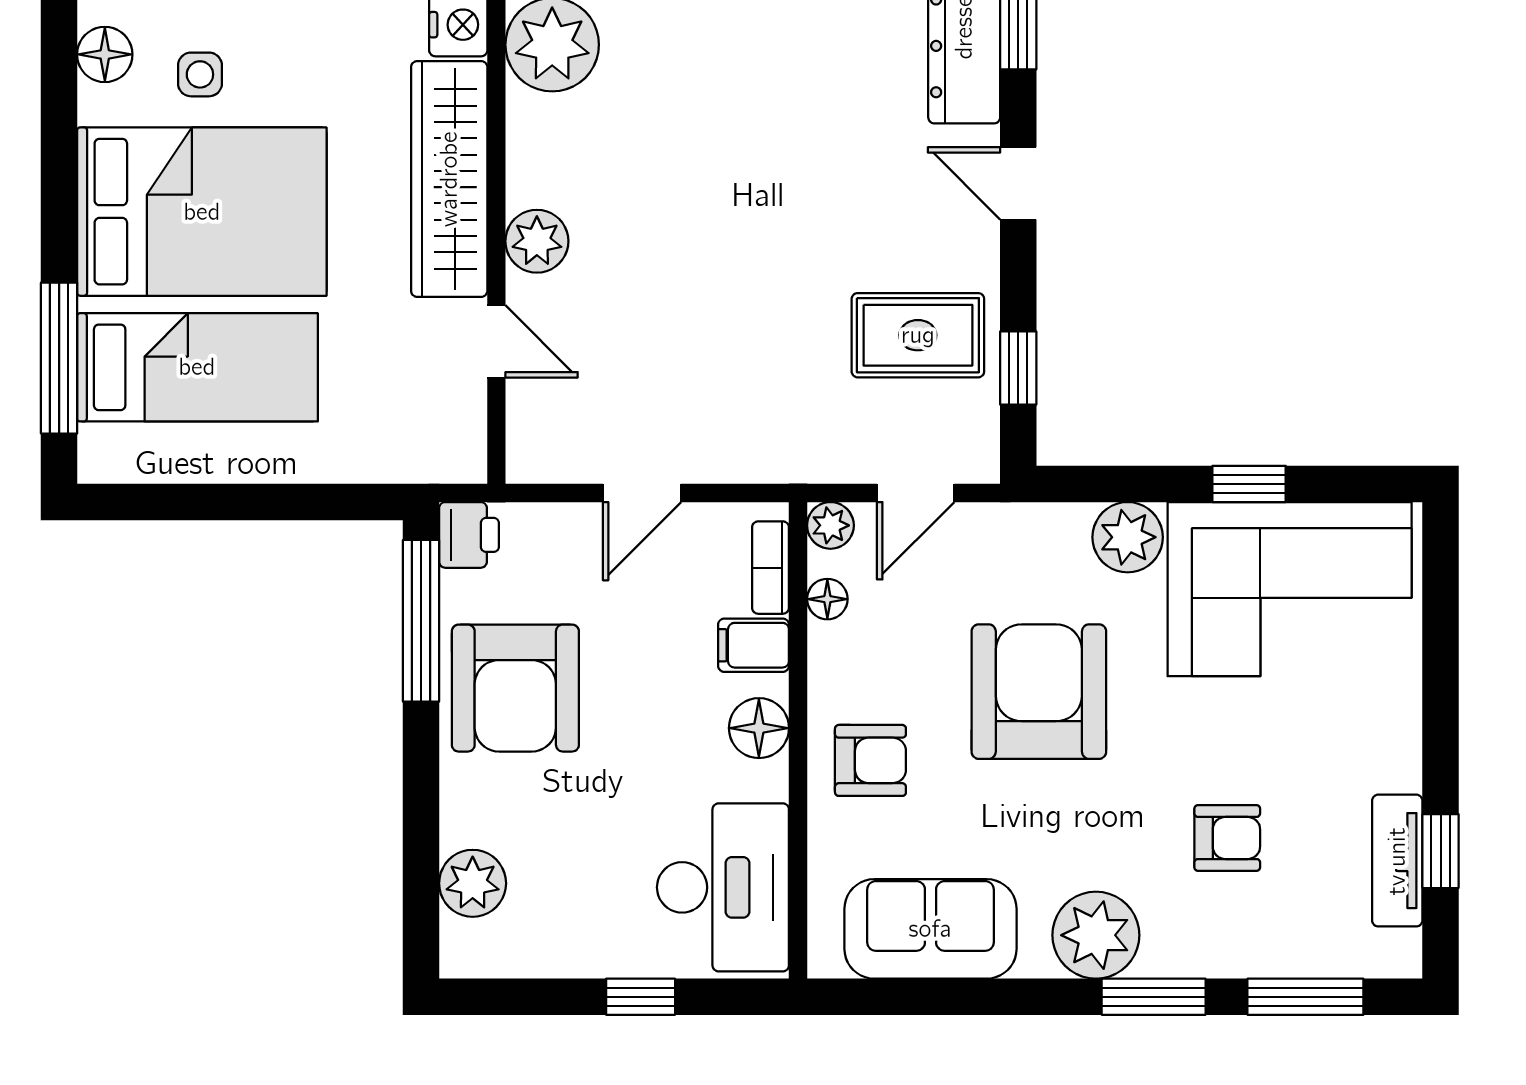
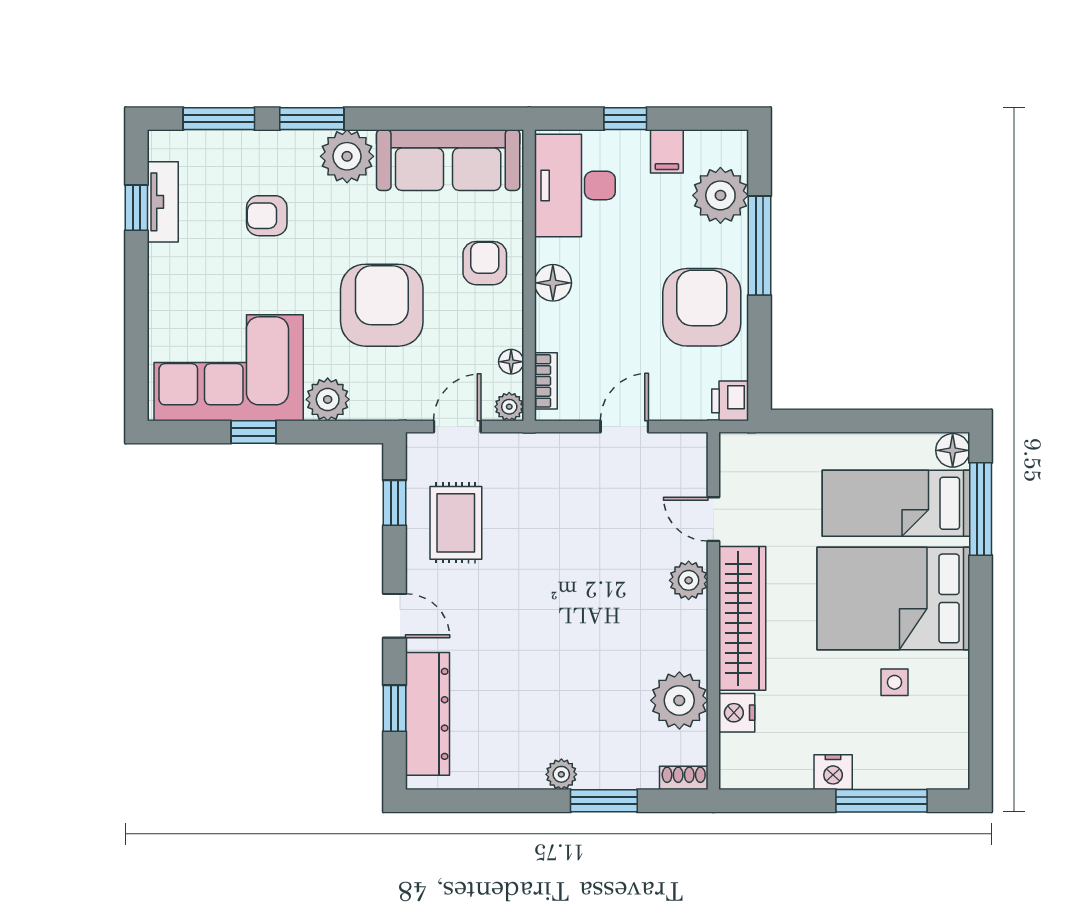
floor lamp: (105, 54) -> (953, 450), moved
rug: (918, 335) -> (456, 523), turned 90
window: (421, 621) -> (759, 246), moved
filing cabinet: (754, 645) -> (667, 151), moved, turned 90
armchair: (1039, 692) -> (382, 305), turned 180
armchair: (870, 760) -> (485, 263), turned 90
plant: (473, 883) -> (720, 195), width x1.36, depth x1.36
sofa: (930, 929) -> (448, 160), width x1.36

